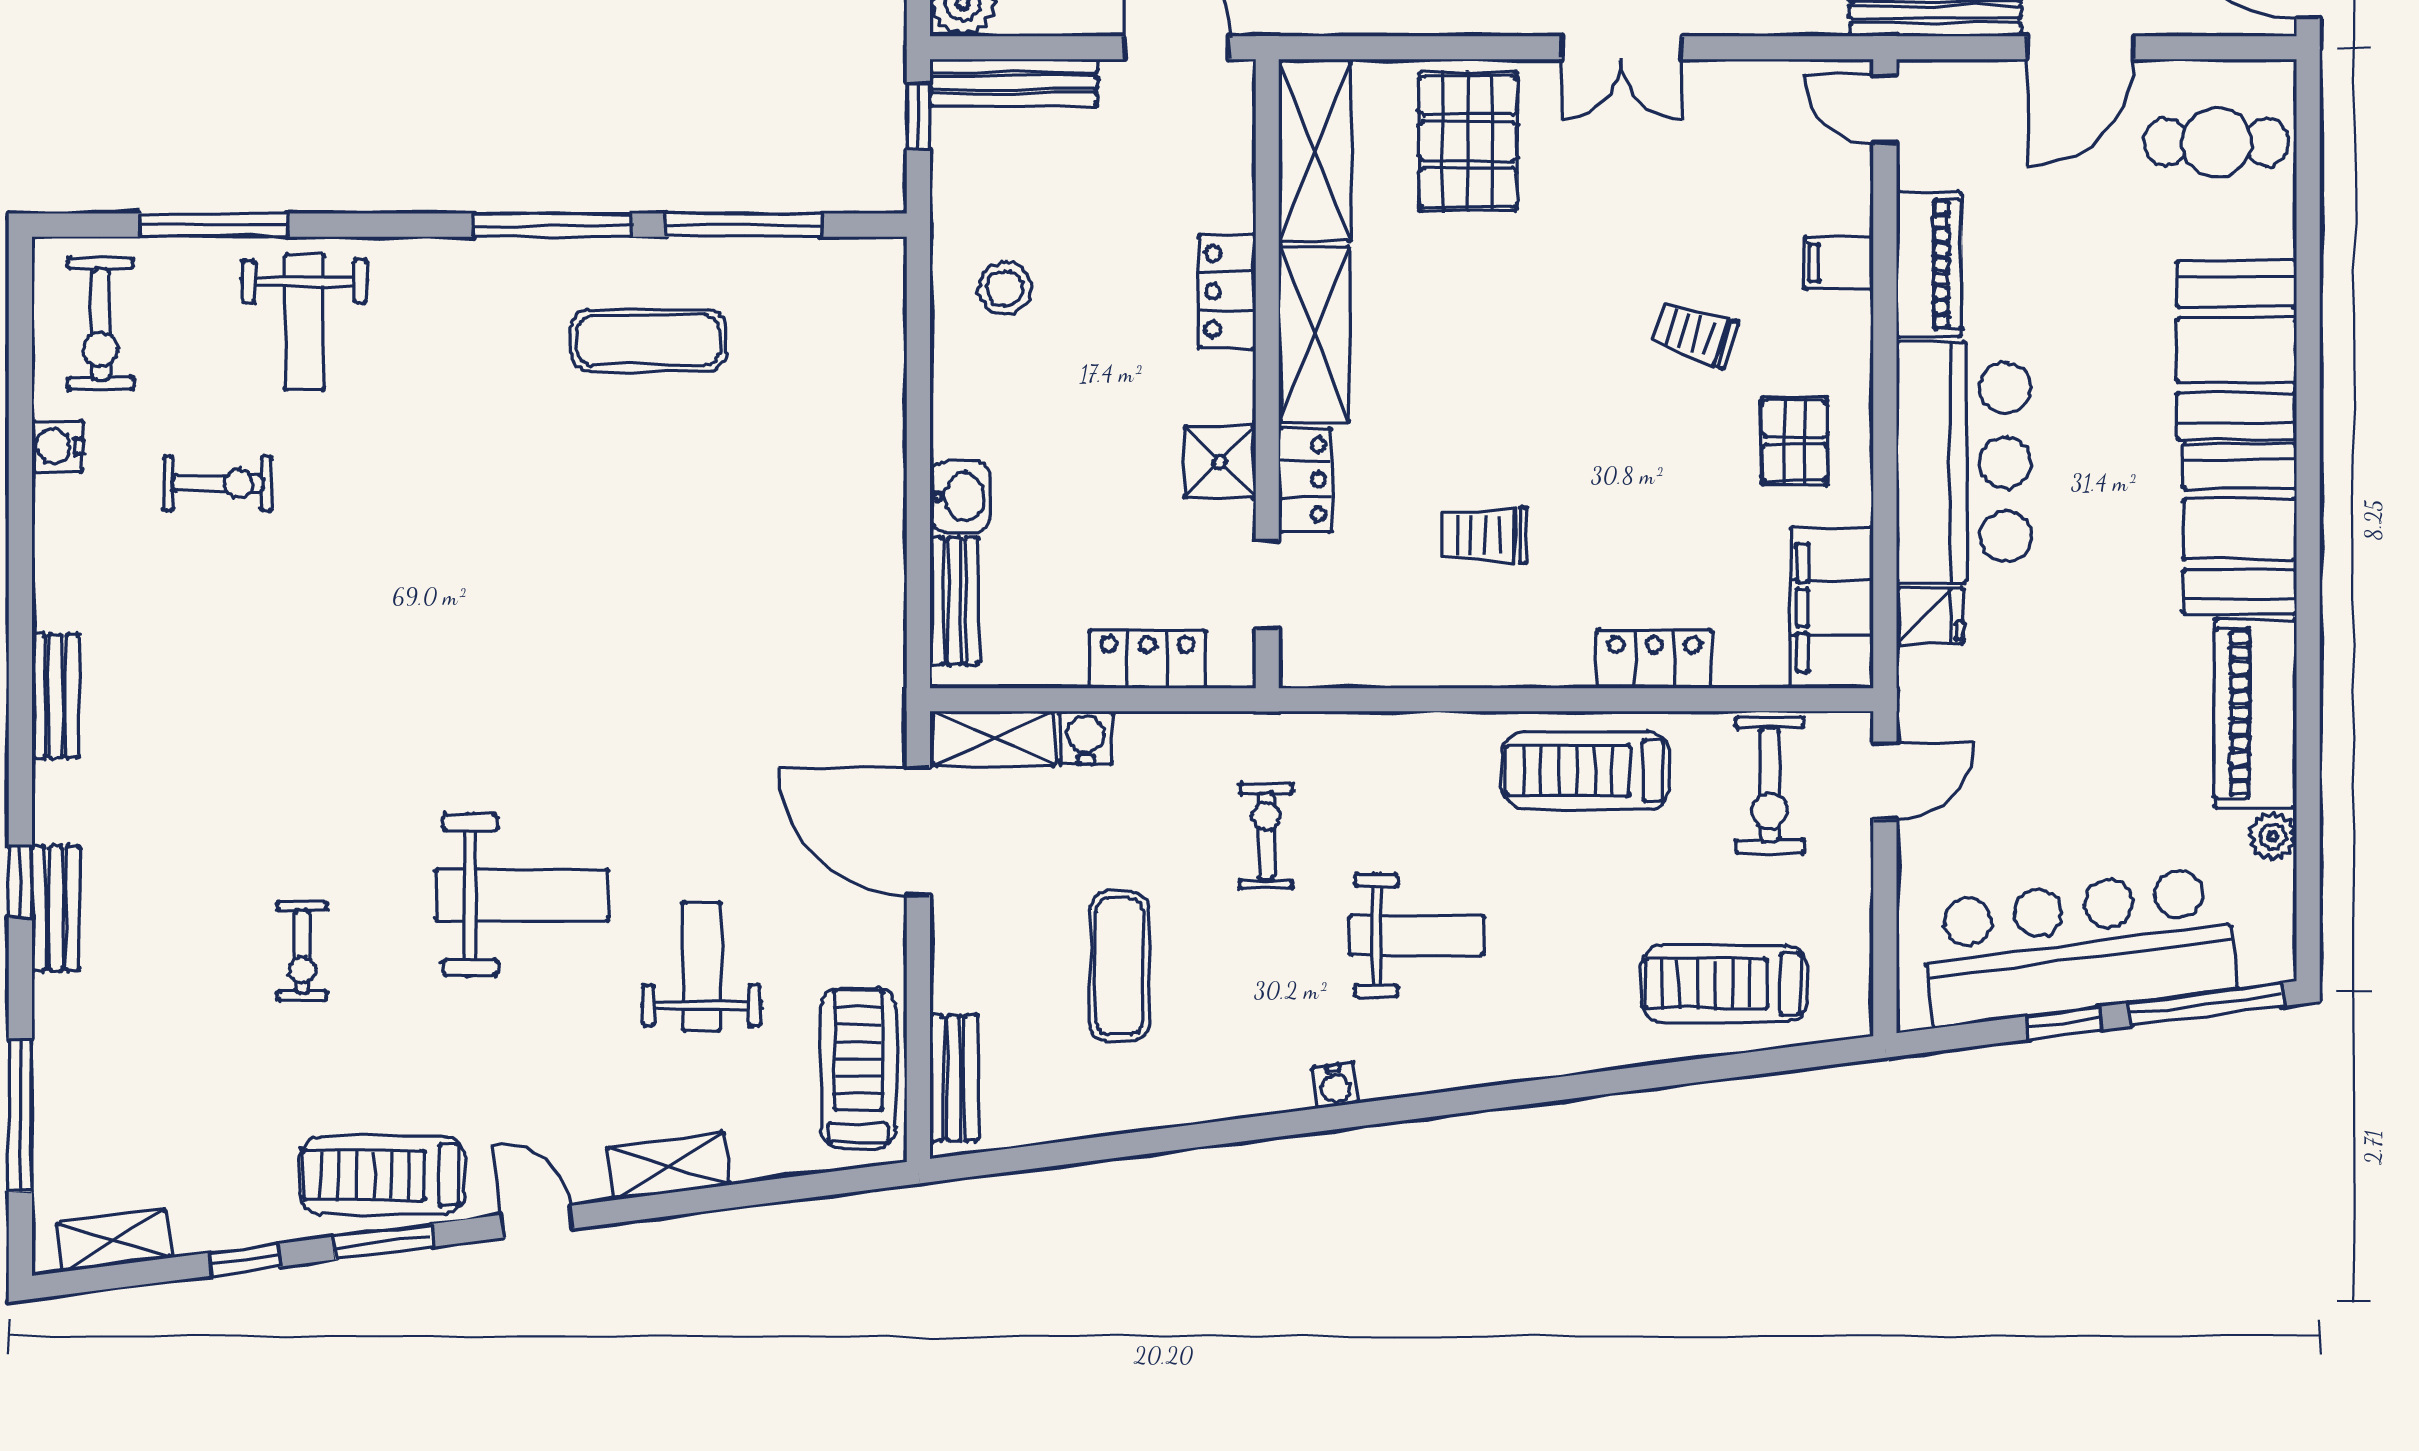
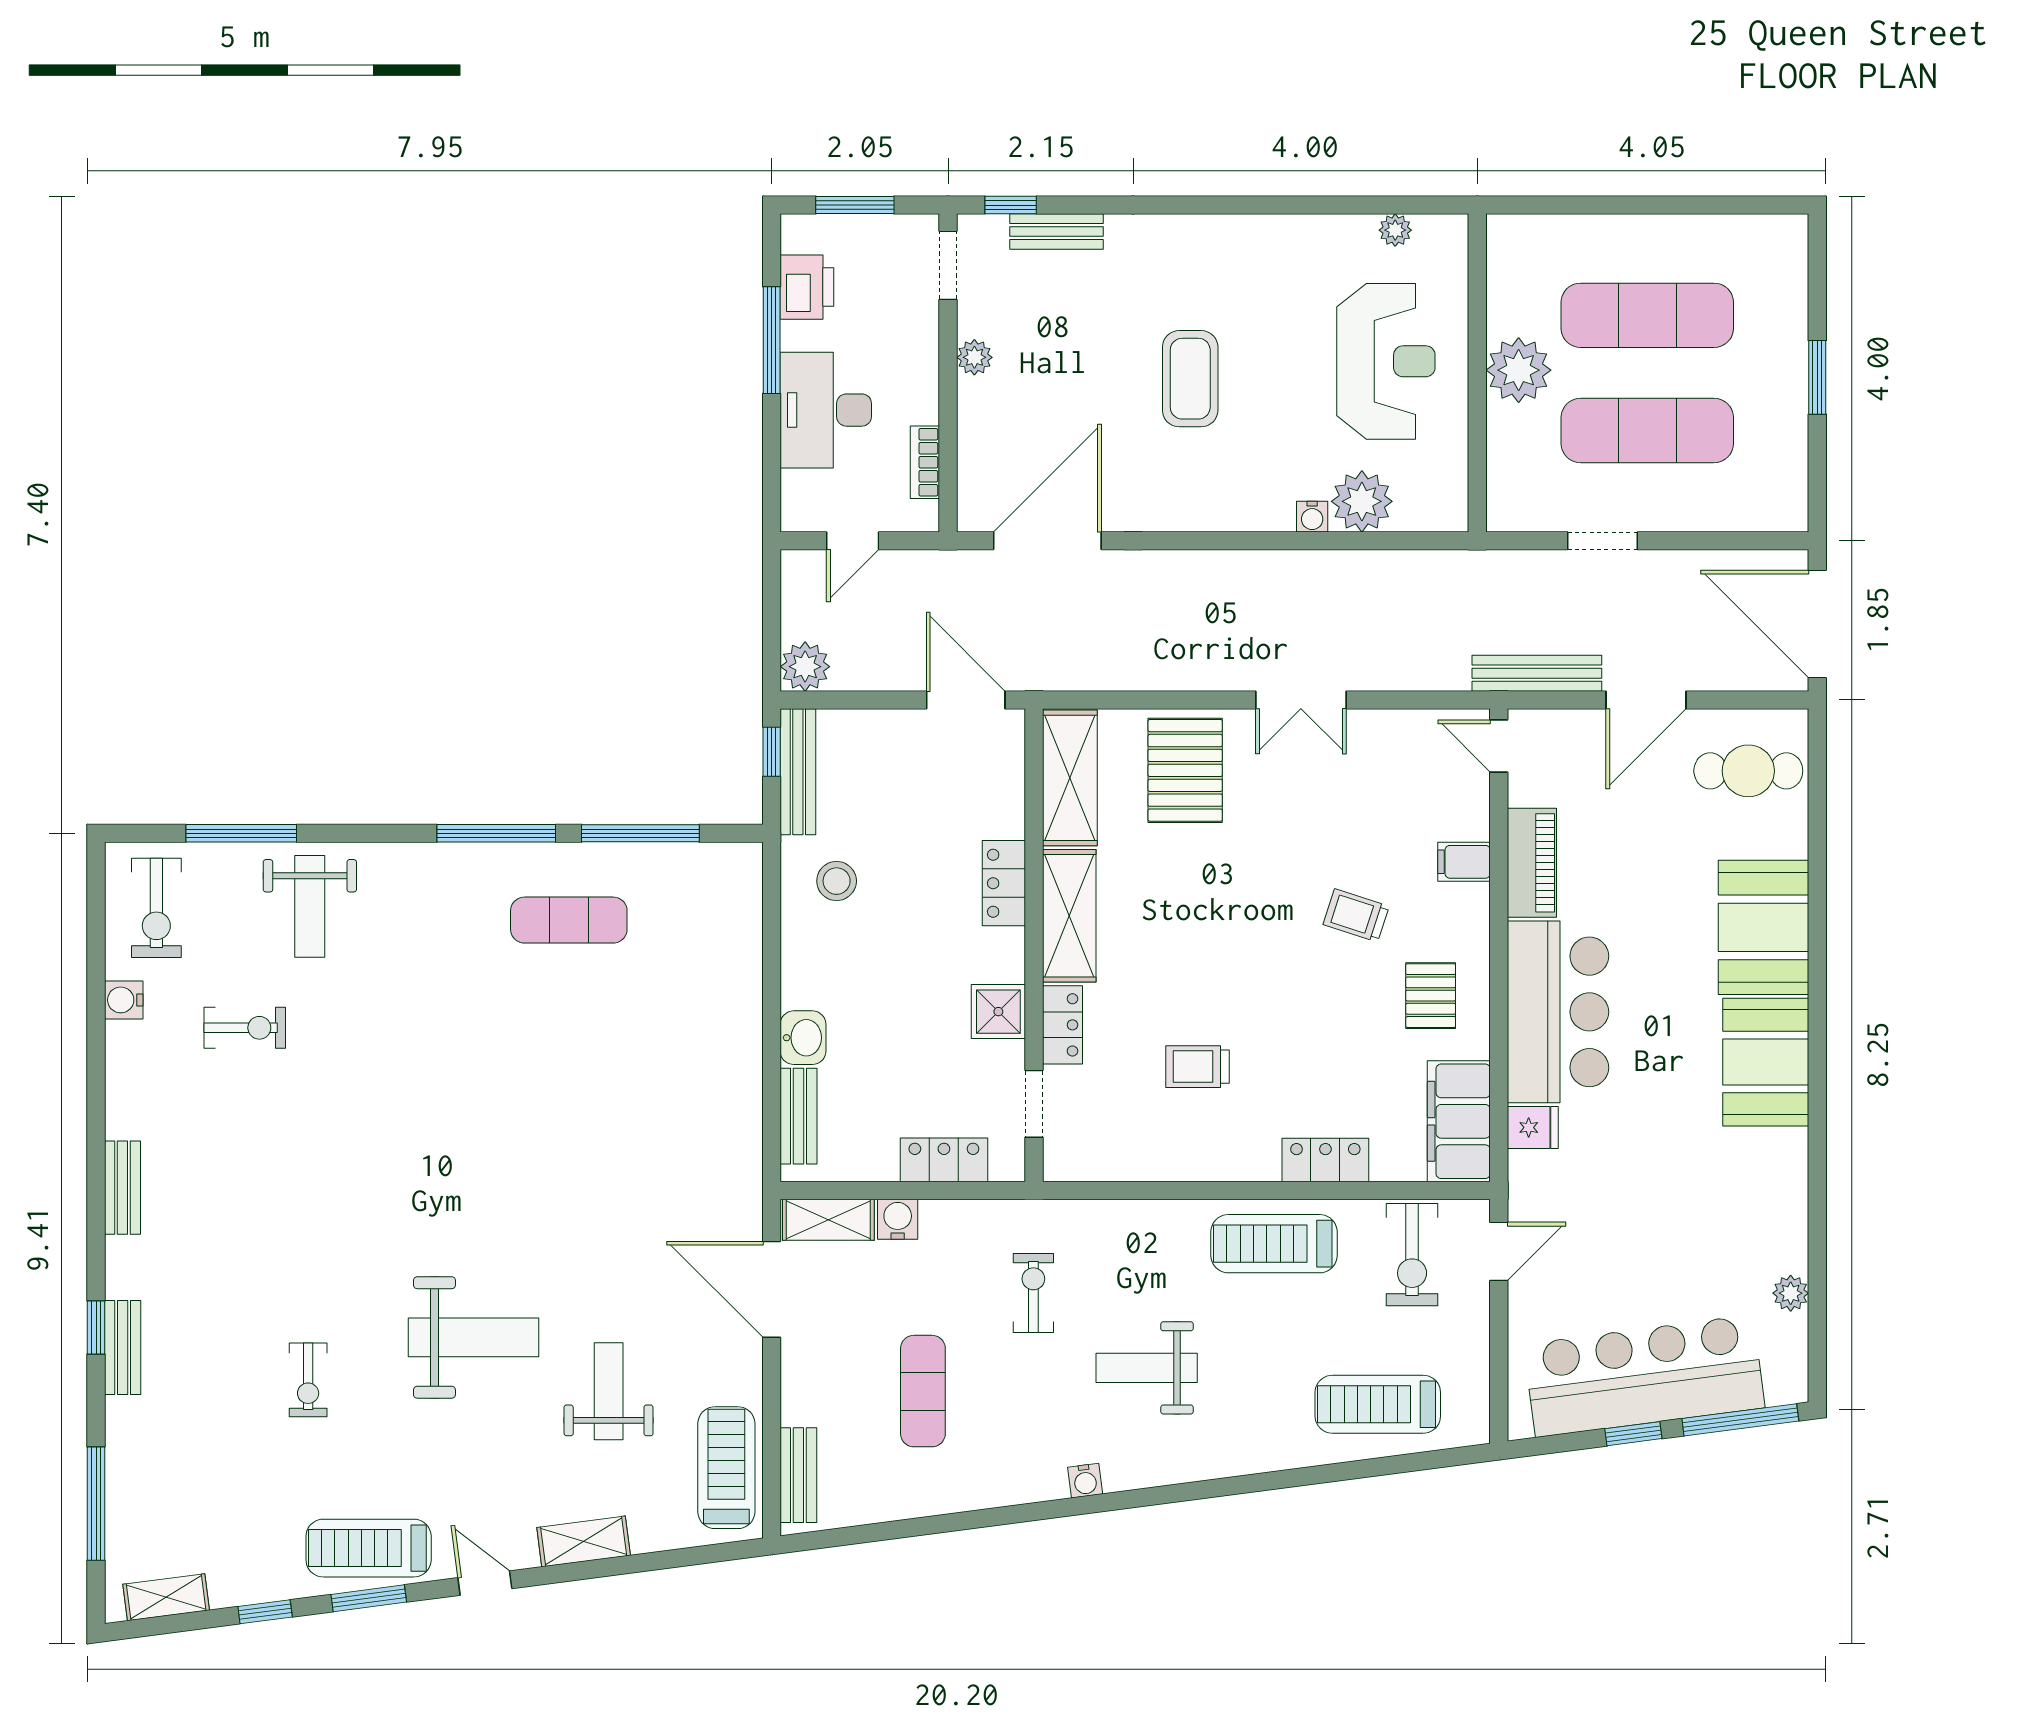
bench: (1014, 83) -> (798, 772), moved, turned 90
piano: (2256, 713) -> (1778, 1201), removed
weight bench: (1417, 936) -> (1147, 1368), turned 180

